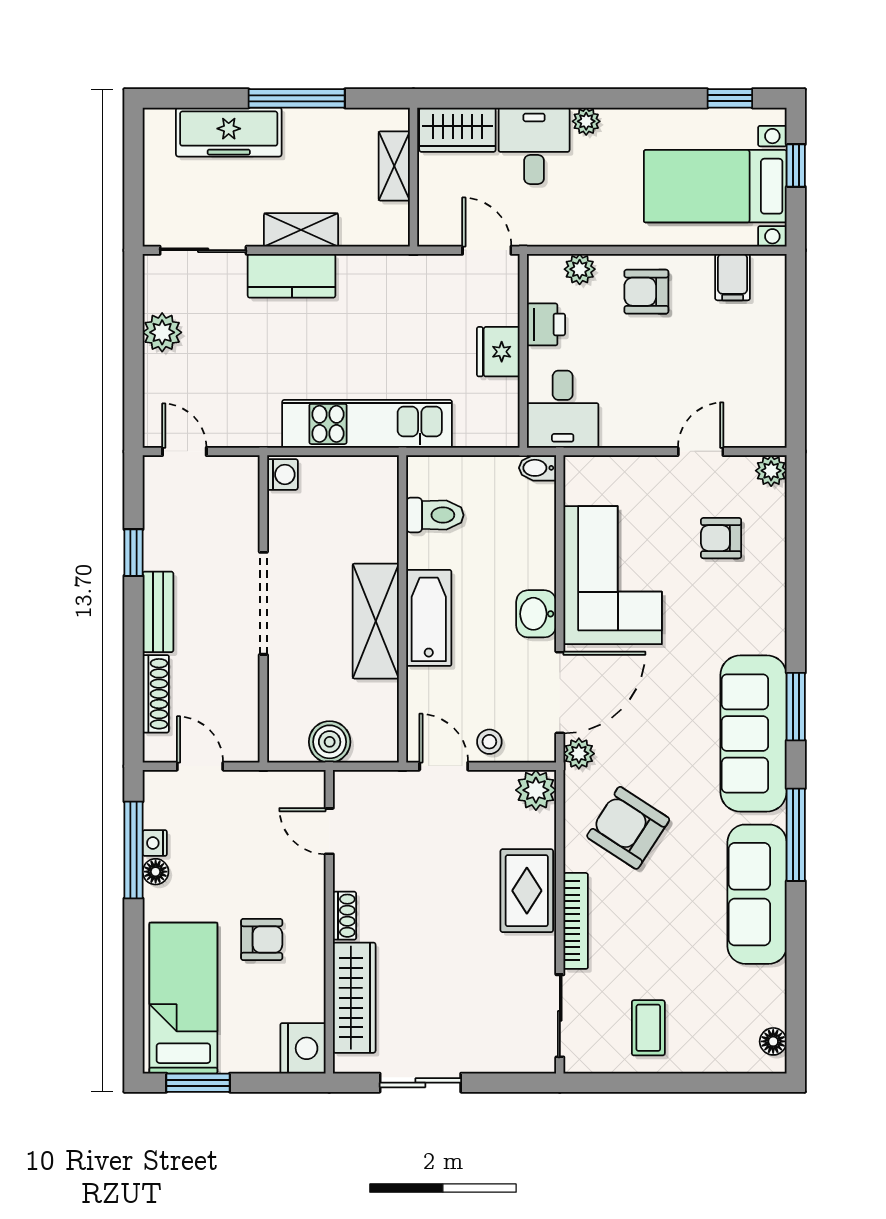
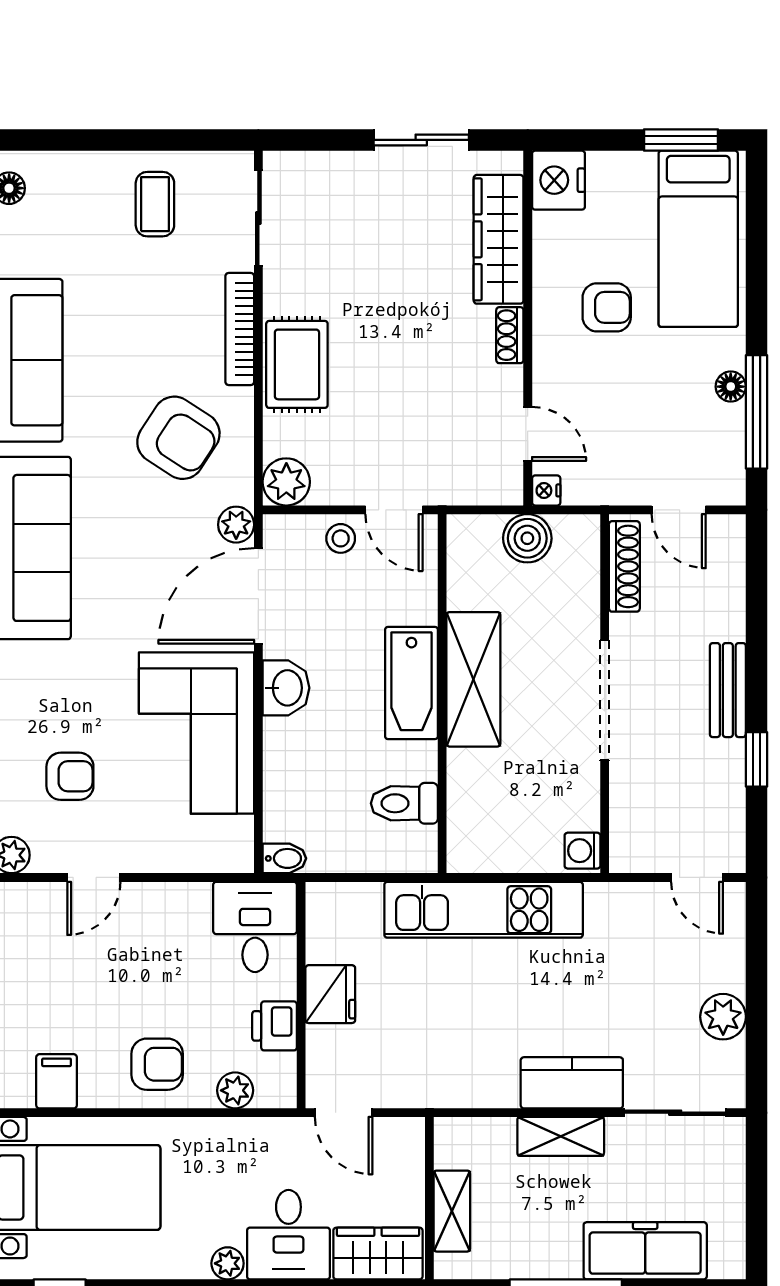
shoe rack: (156, 694) -> (624, 566), moved, turned 180
nightstand: (155, 843) -> (546, 490), moved, turned 180
armchair: (262, 939) -> (607, 307), turned 180

